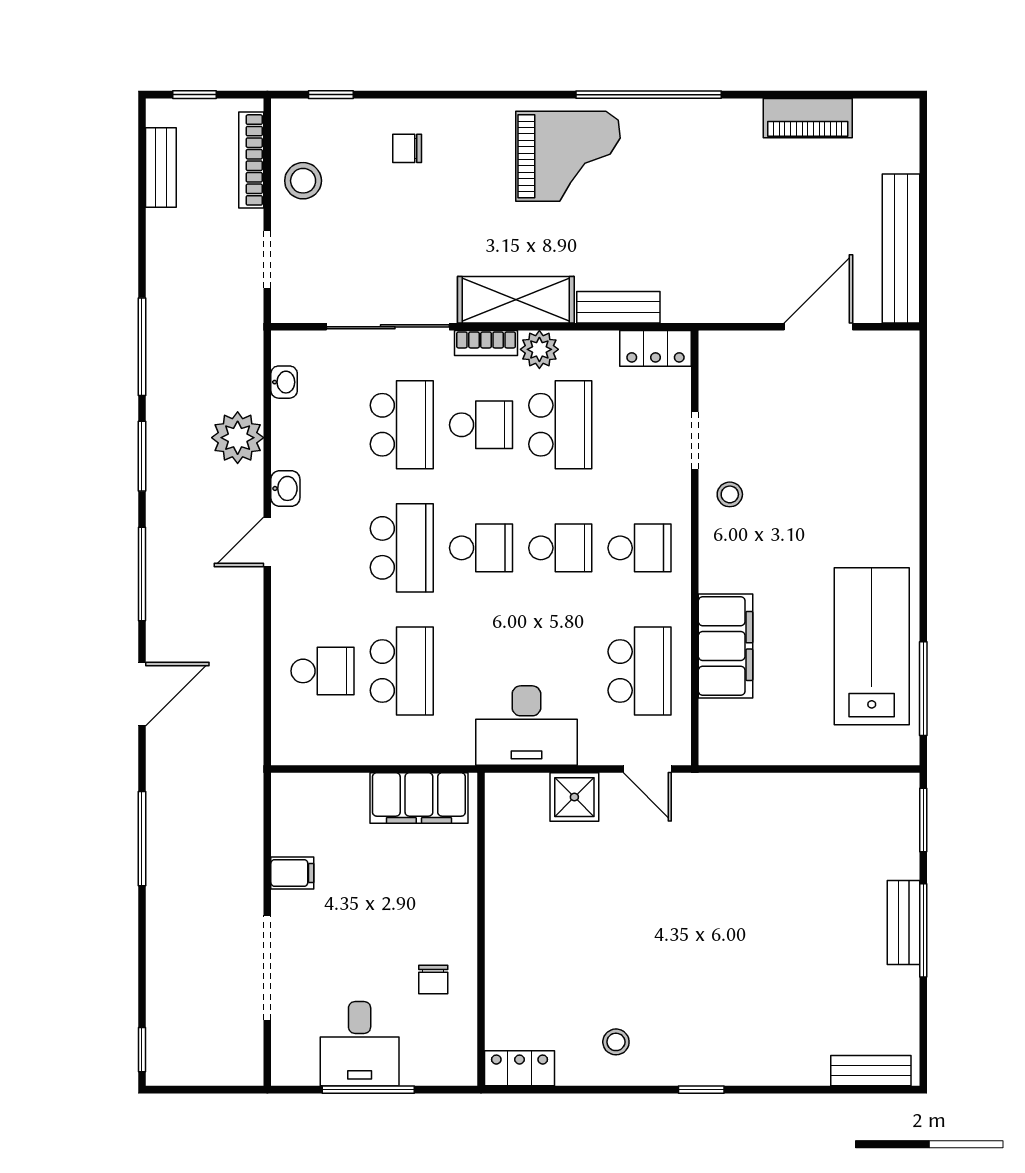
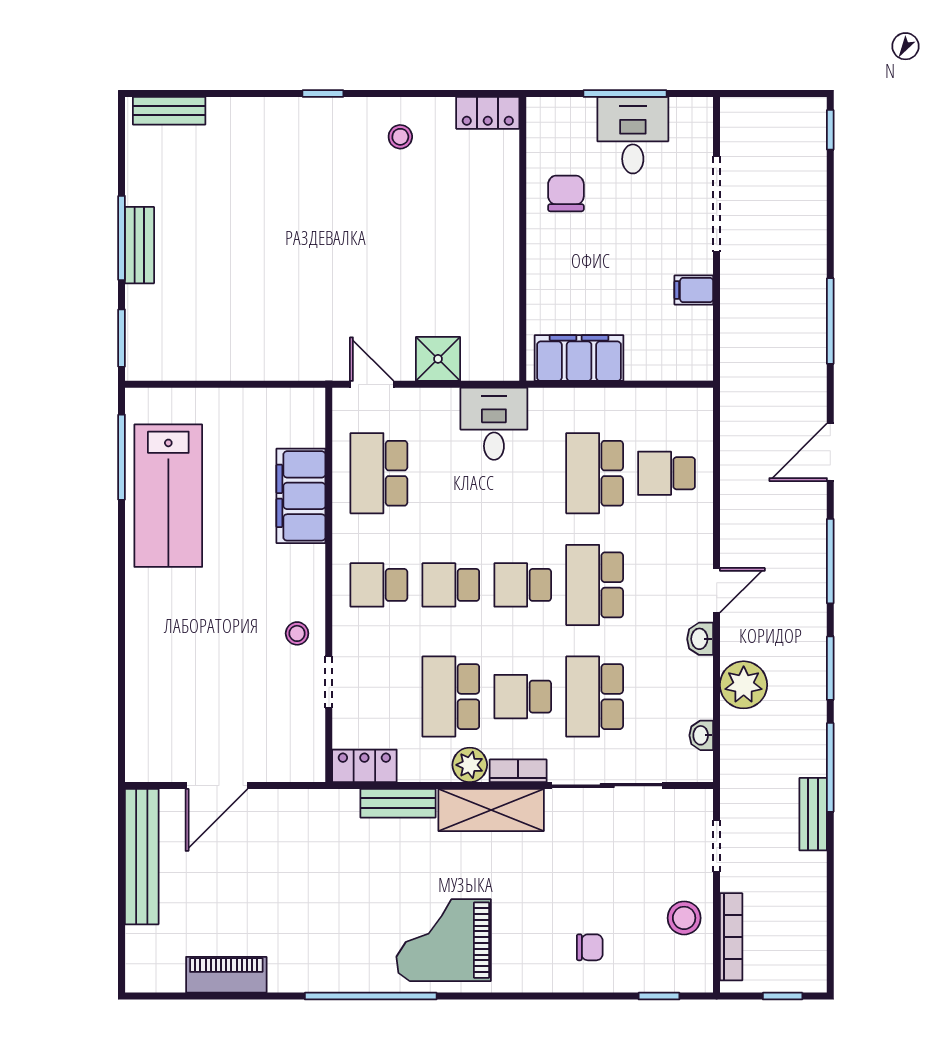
bench: (161, 167) -> (813, 814), moved
desk: (526, 726) -> (494, 424), width x0.73
chair: (433, 980) -> (566, 193), width x1.37, depth x1.37

